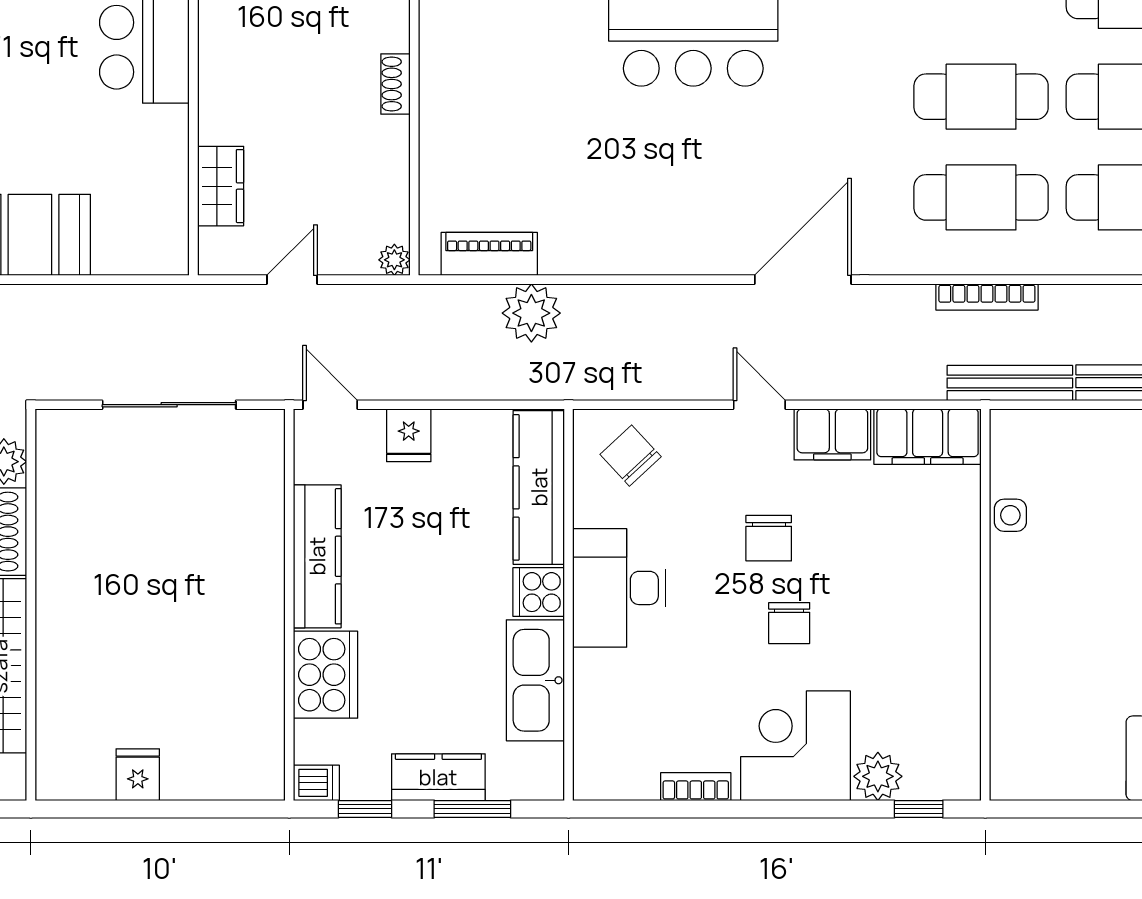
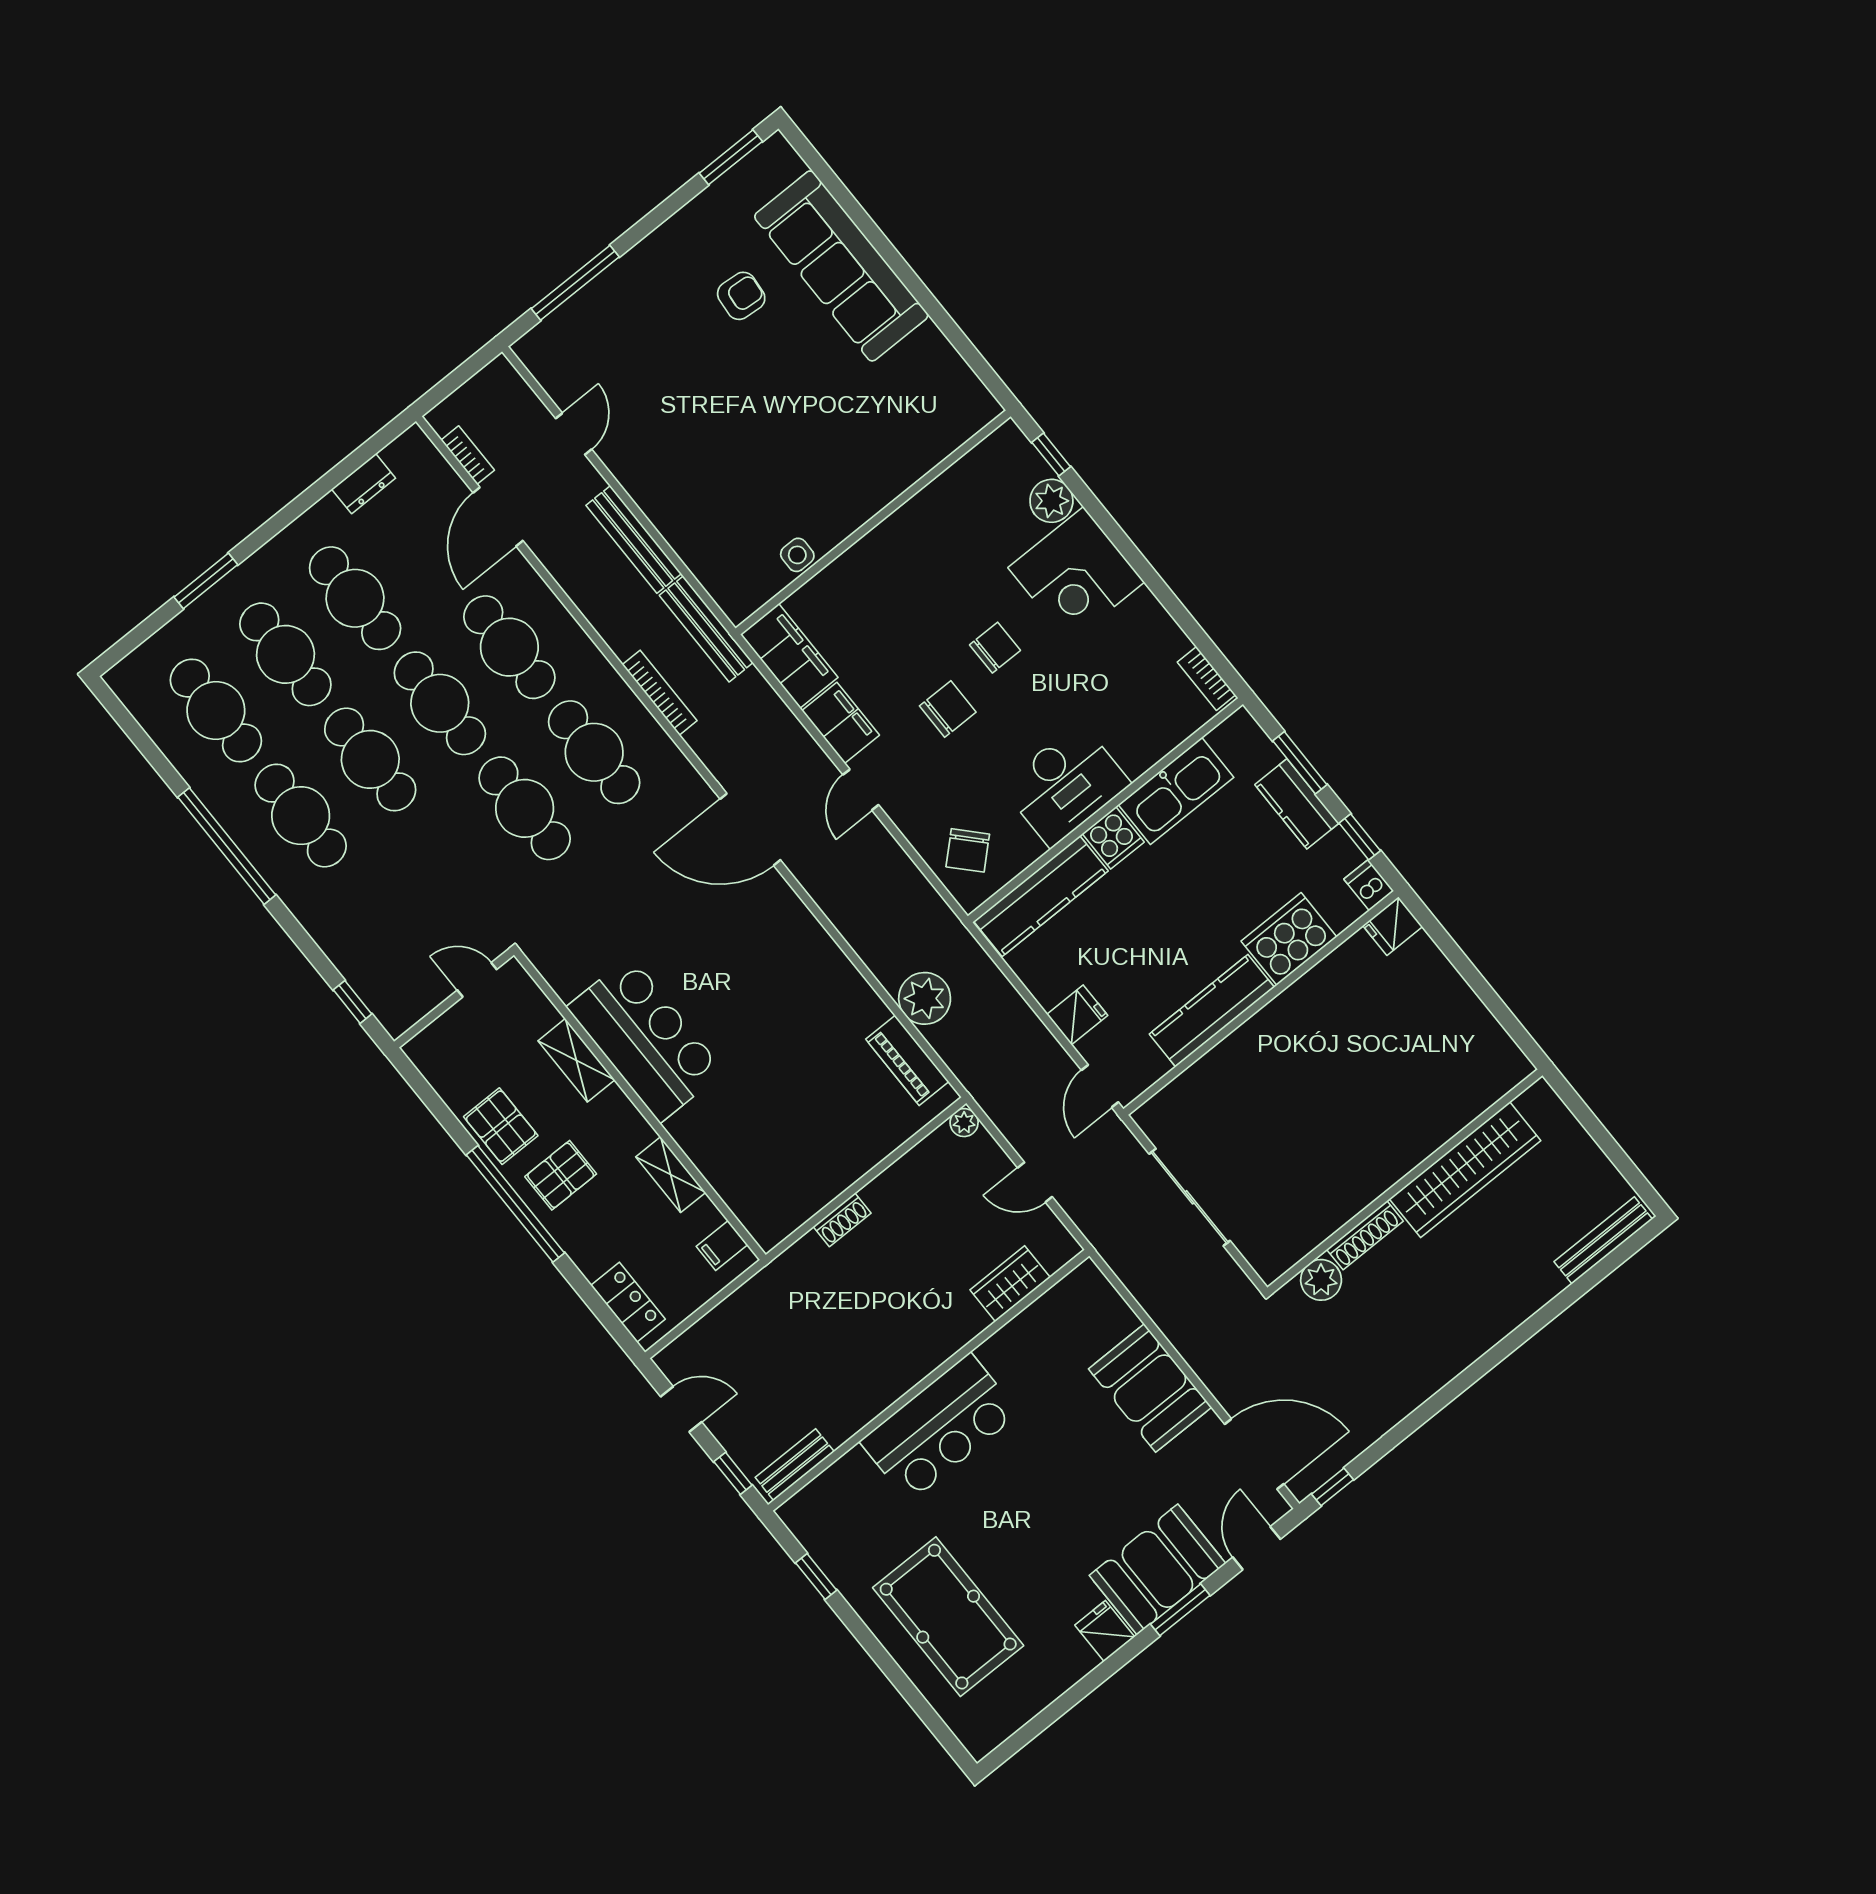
fridge: (138, 775) -> (1393, 926), moved
bookcase: (696, 787) -> (1206, 678), moved

